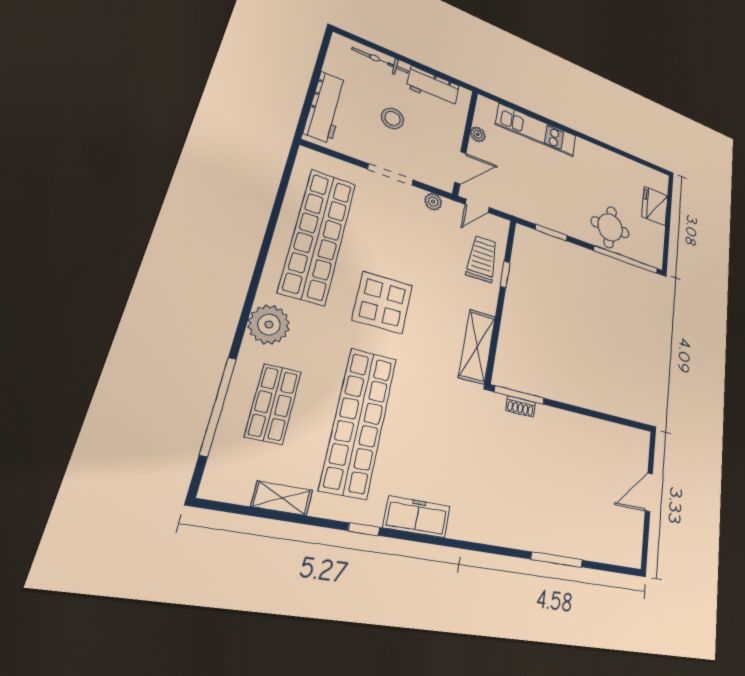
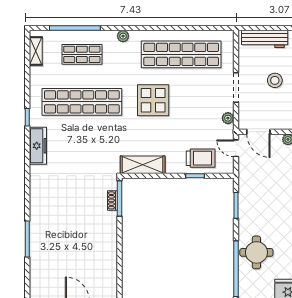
plant: (269, 325) -> (123, 36), width x0.53, depth x0.53
shelving: (282, 498) -> (36, 51), moved

